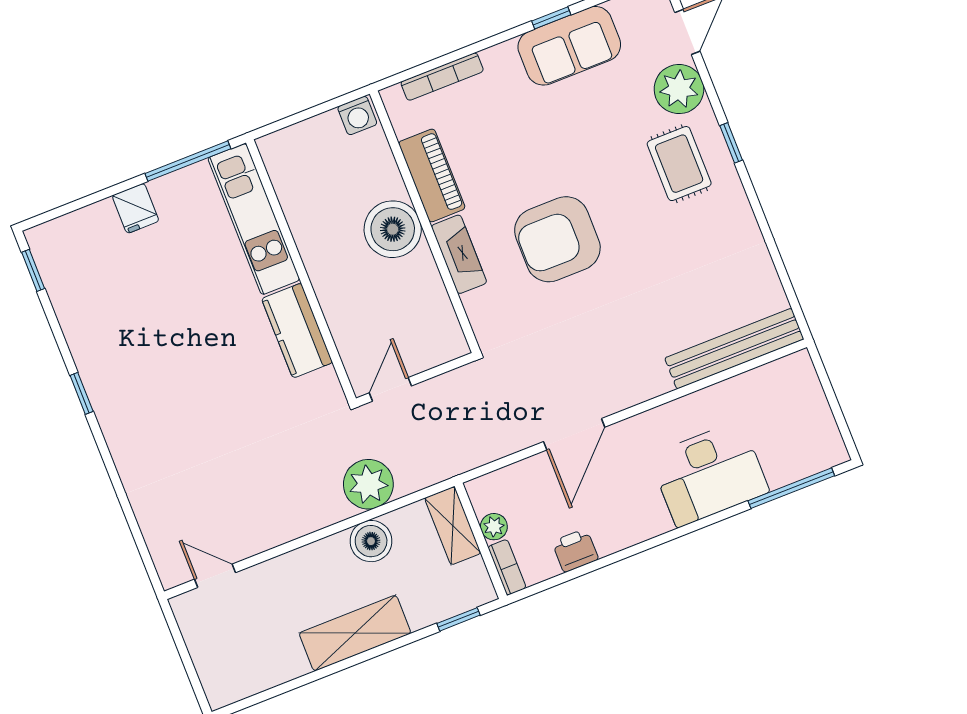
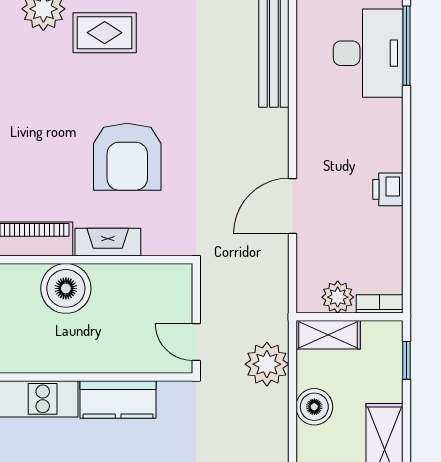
door: (574, 434) -> (292, 206), swing flipped
desk: (709, 474) -> (368, 53), moved
plant: (368, 484) -> (267, 364), moved
plant: (494, 527) -> (338, 297), width x1.38, depth x1.38
printer: (575, 550) -> (388, 189), moved

